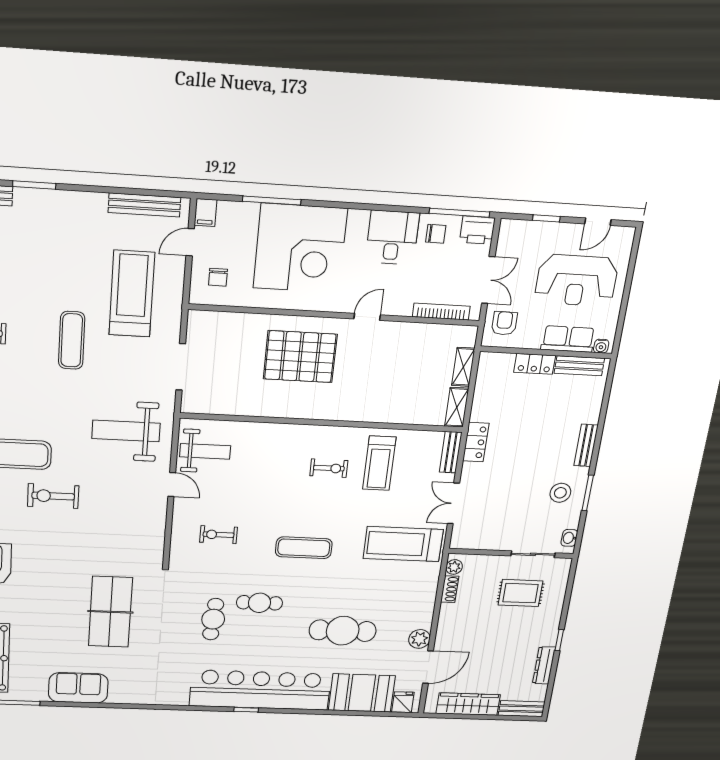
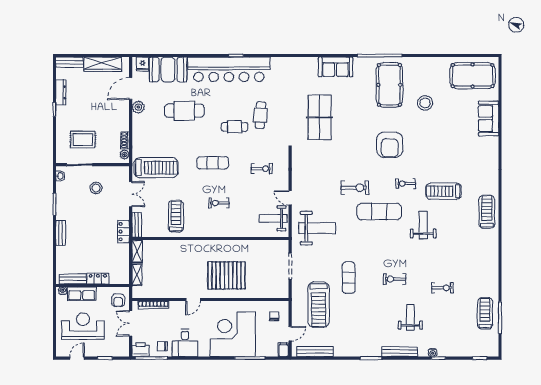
exercise bike: (329, 468) -> (219, 203), moved
stool: (560, 493) -> (96, 188), moved

